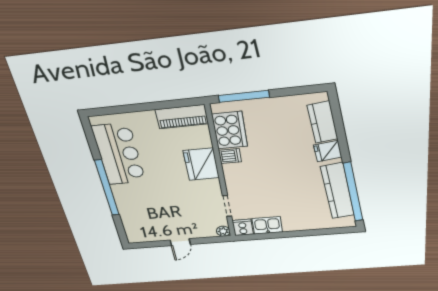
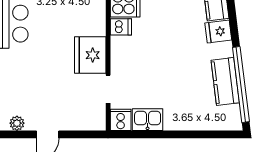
fridge: (201, 164) -> (90, 55), moved
kitchen counter: (338, 191) -> (225, 81), width x0.67
plant: (223, 231) -> (17, 123), moved

